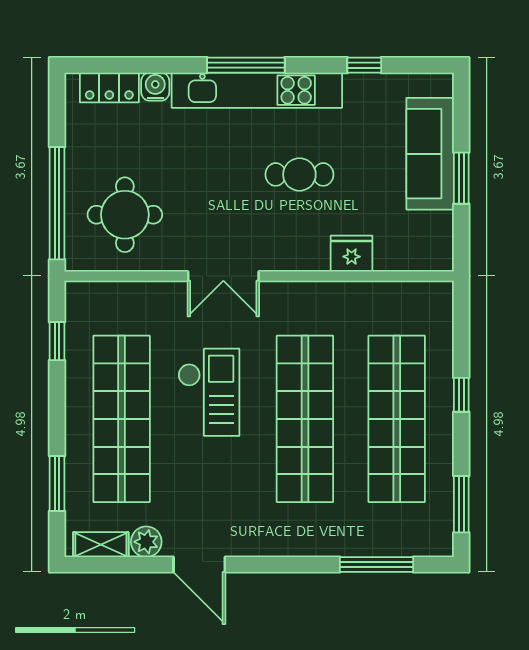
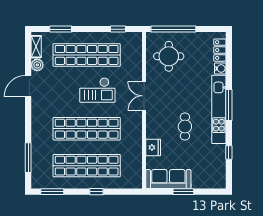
sofa: (430, 154) -> (168, 179), moved

